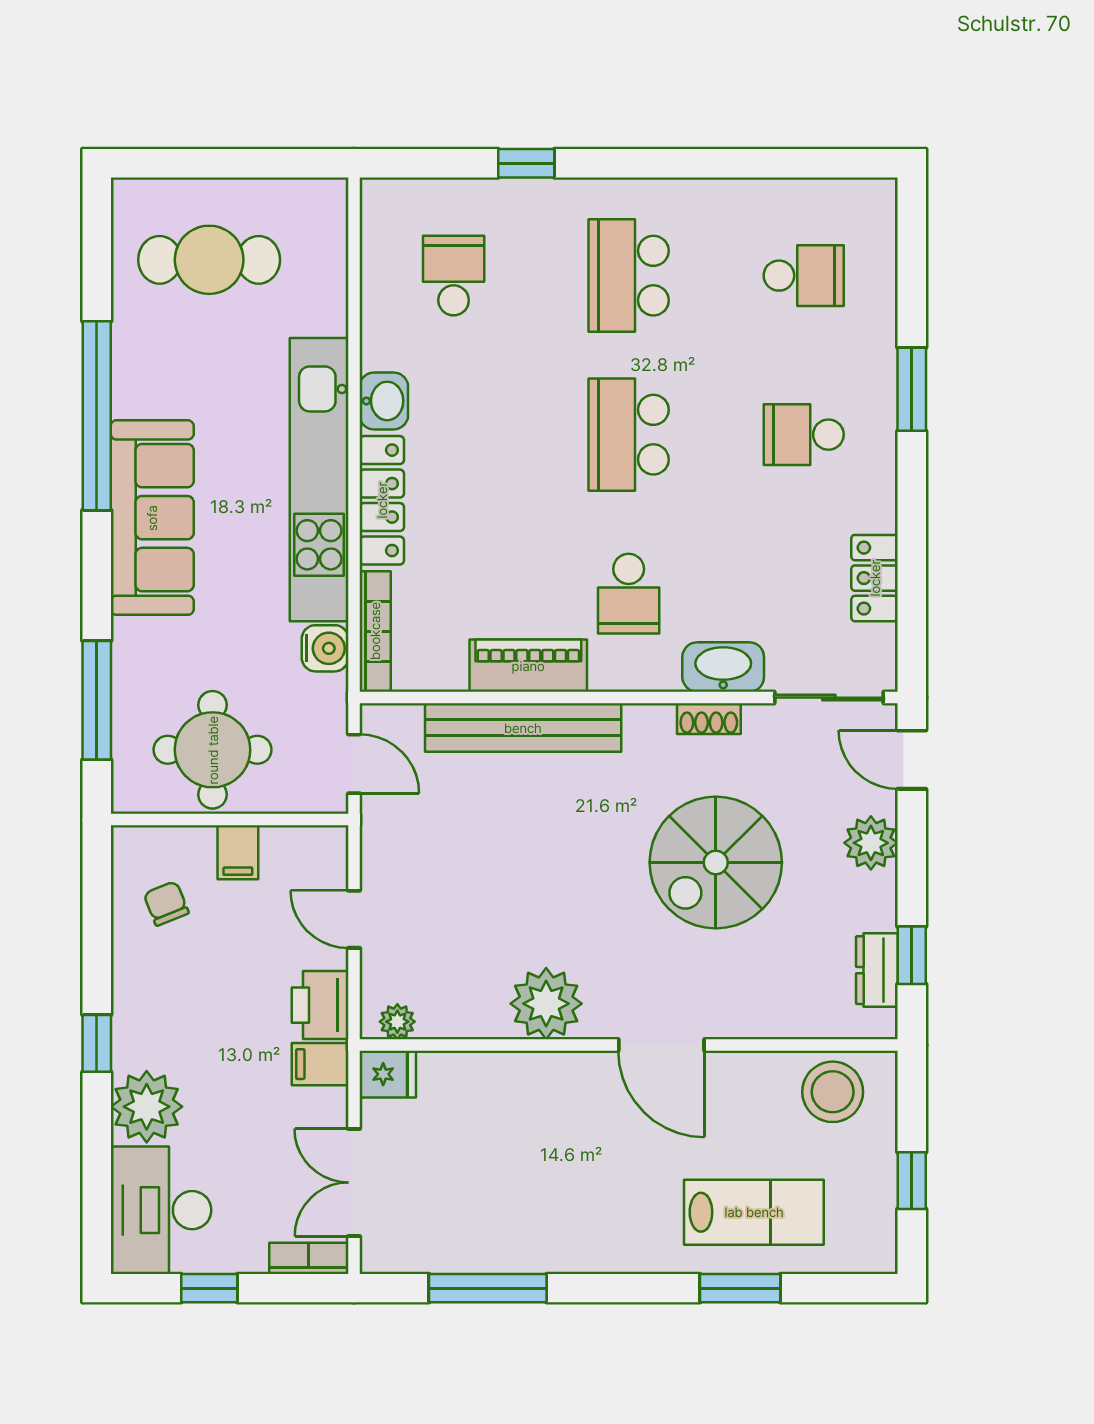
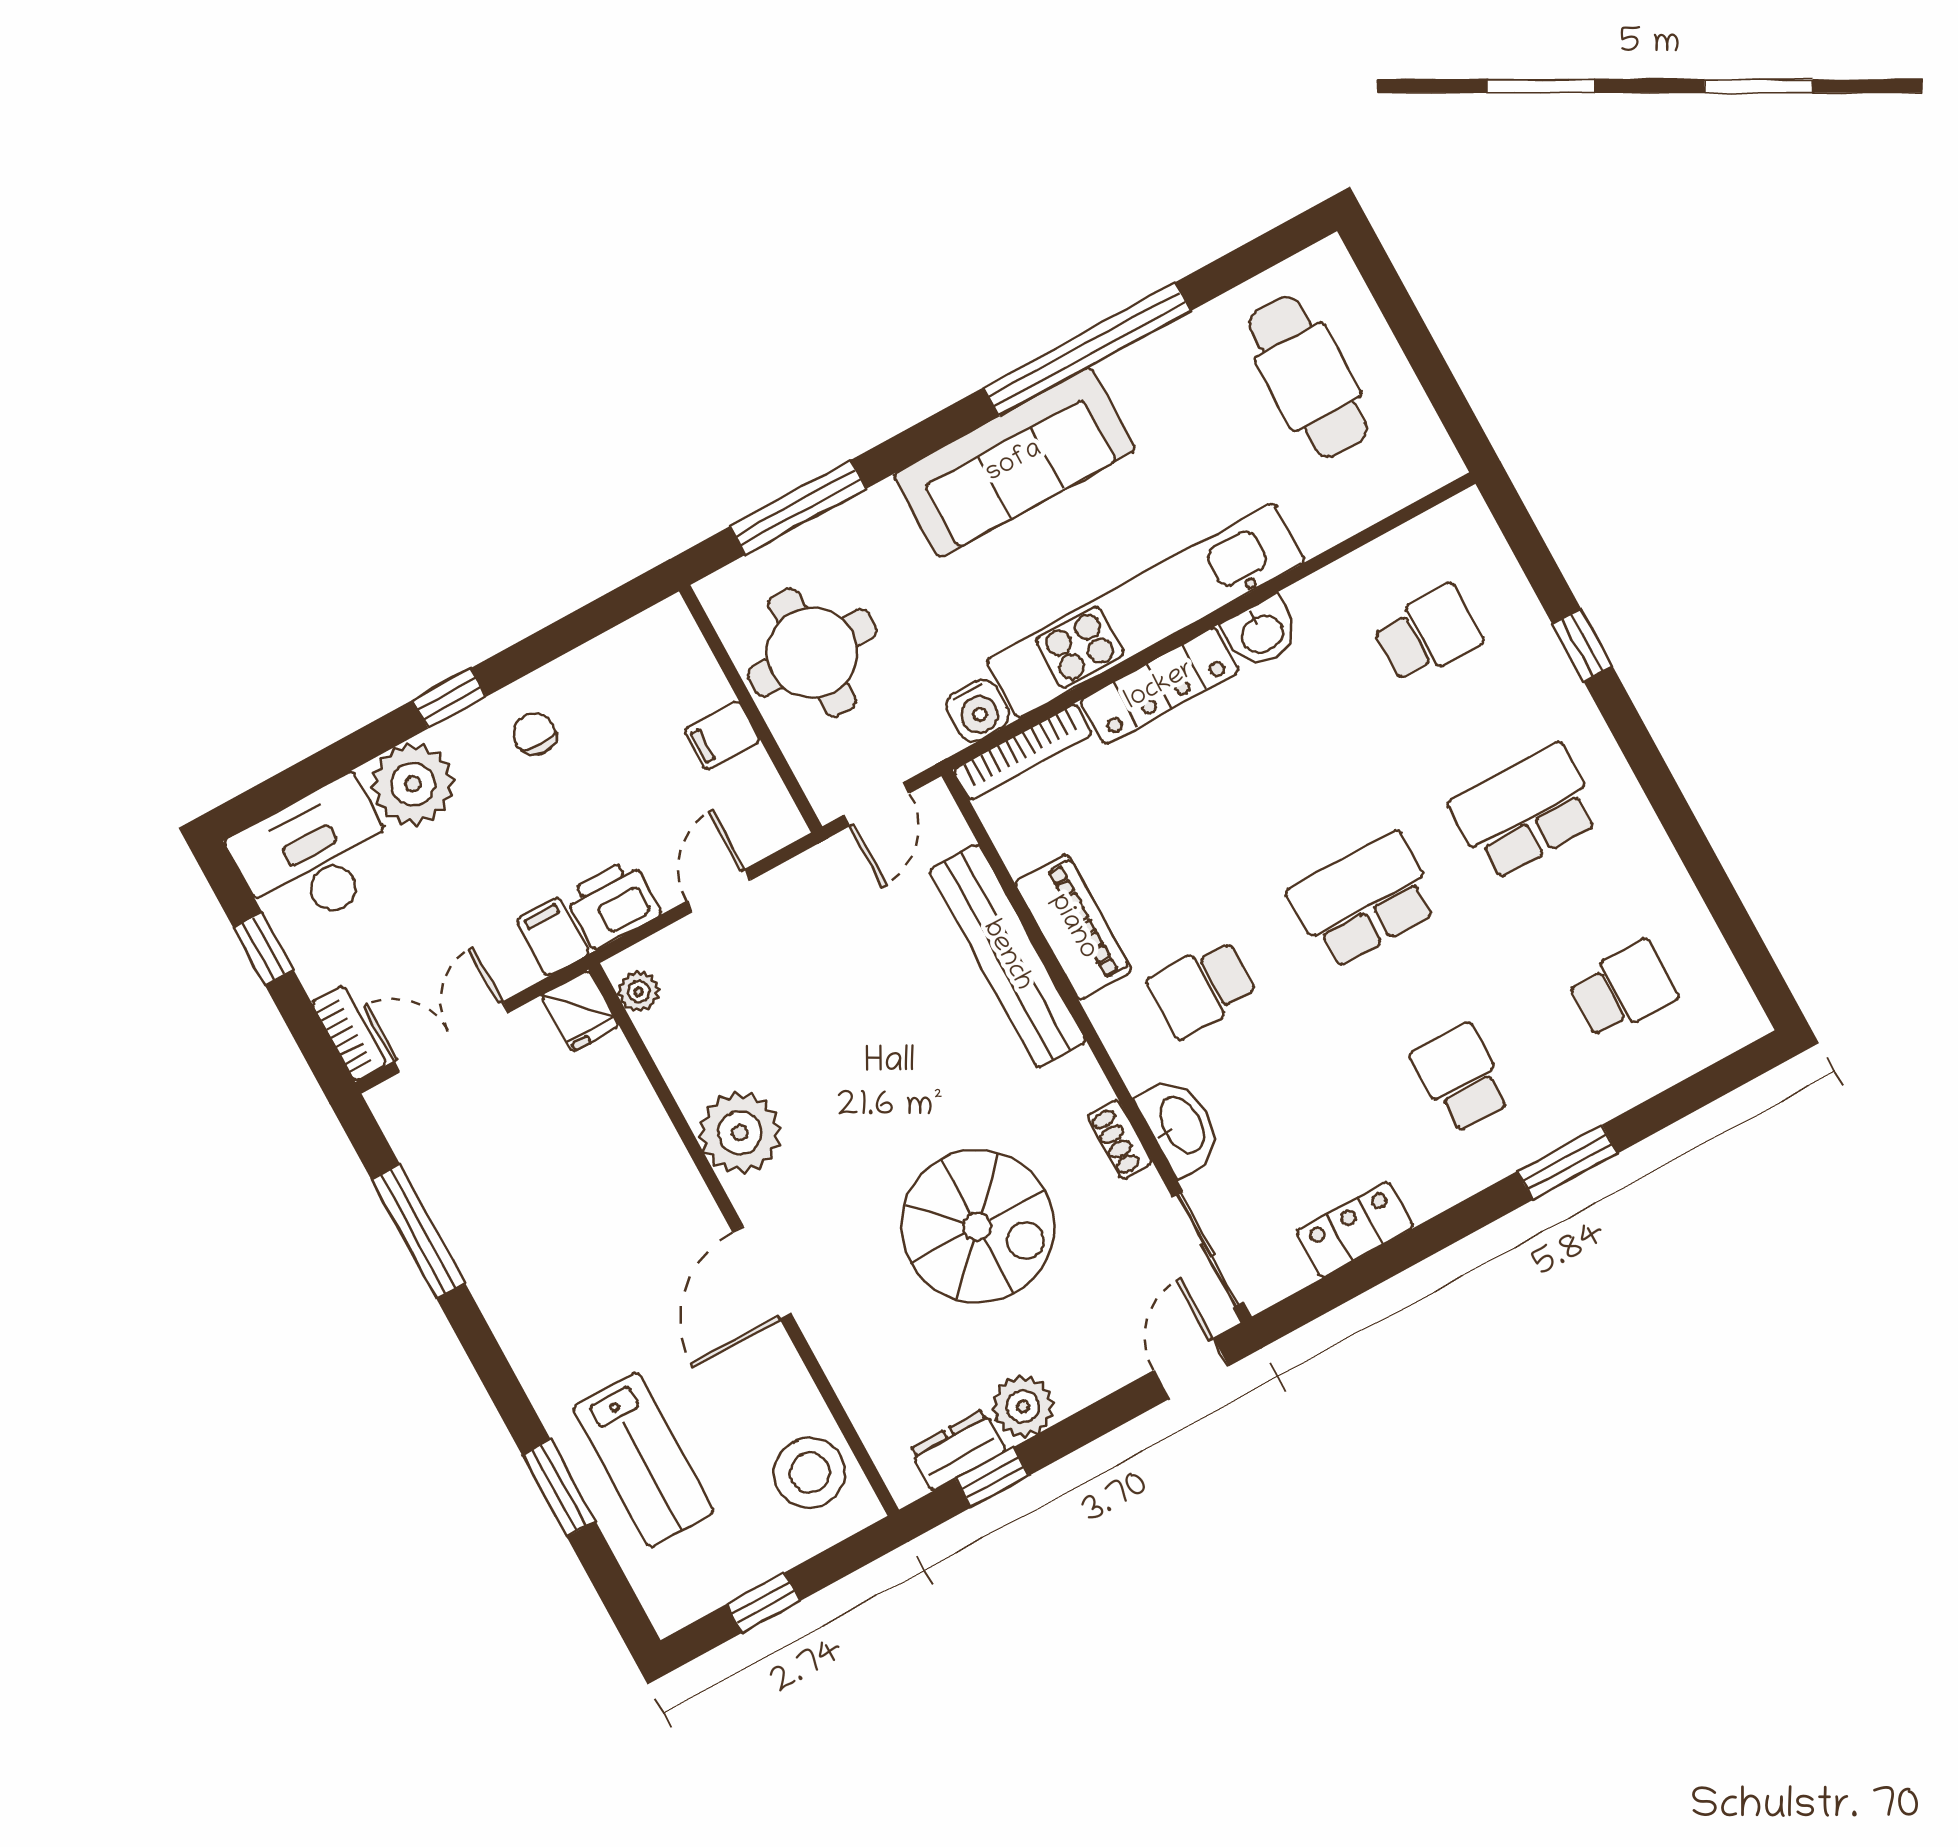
school desk: (804, 276) -> (1623, 989), turned -90
plant: (871, 843) -> (1023, 1406), moved
spiral stairs: (716, 862) -> (977, 1227), turned 180
chair: (166, 903) -> (535, 734), moved, turned -68

